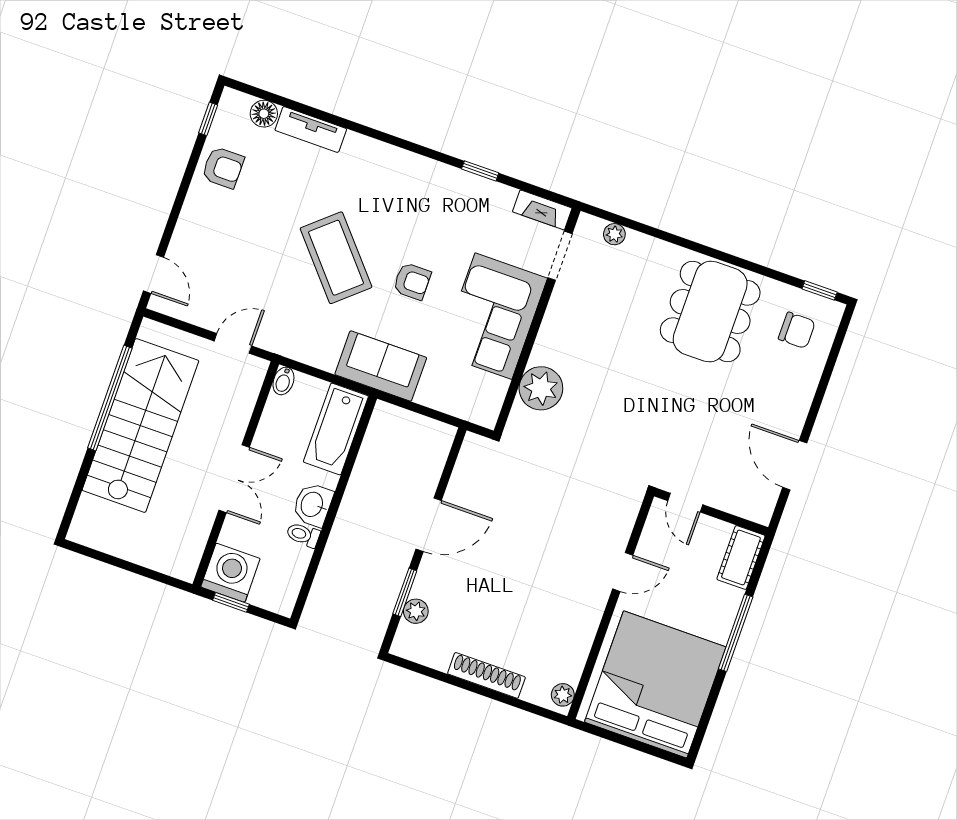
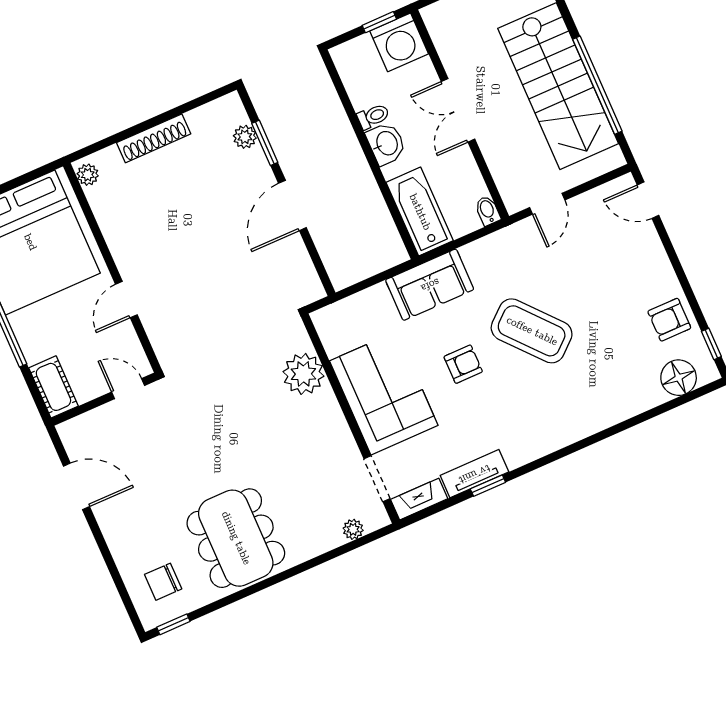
floor lamp: (264, 114) -> (679, 378), width x1.38, depth x1.38
tv unit: (311, 129) -> (474, 474), moved
armchair: (412, 281) -> (463, 364), turned 180

